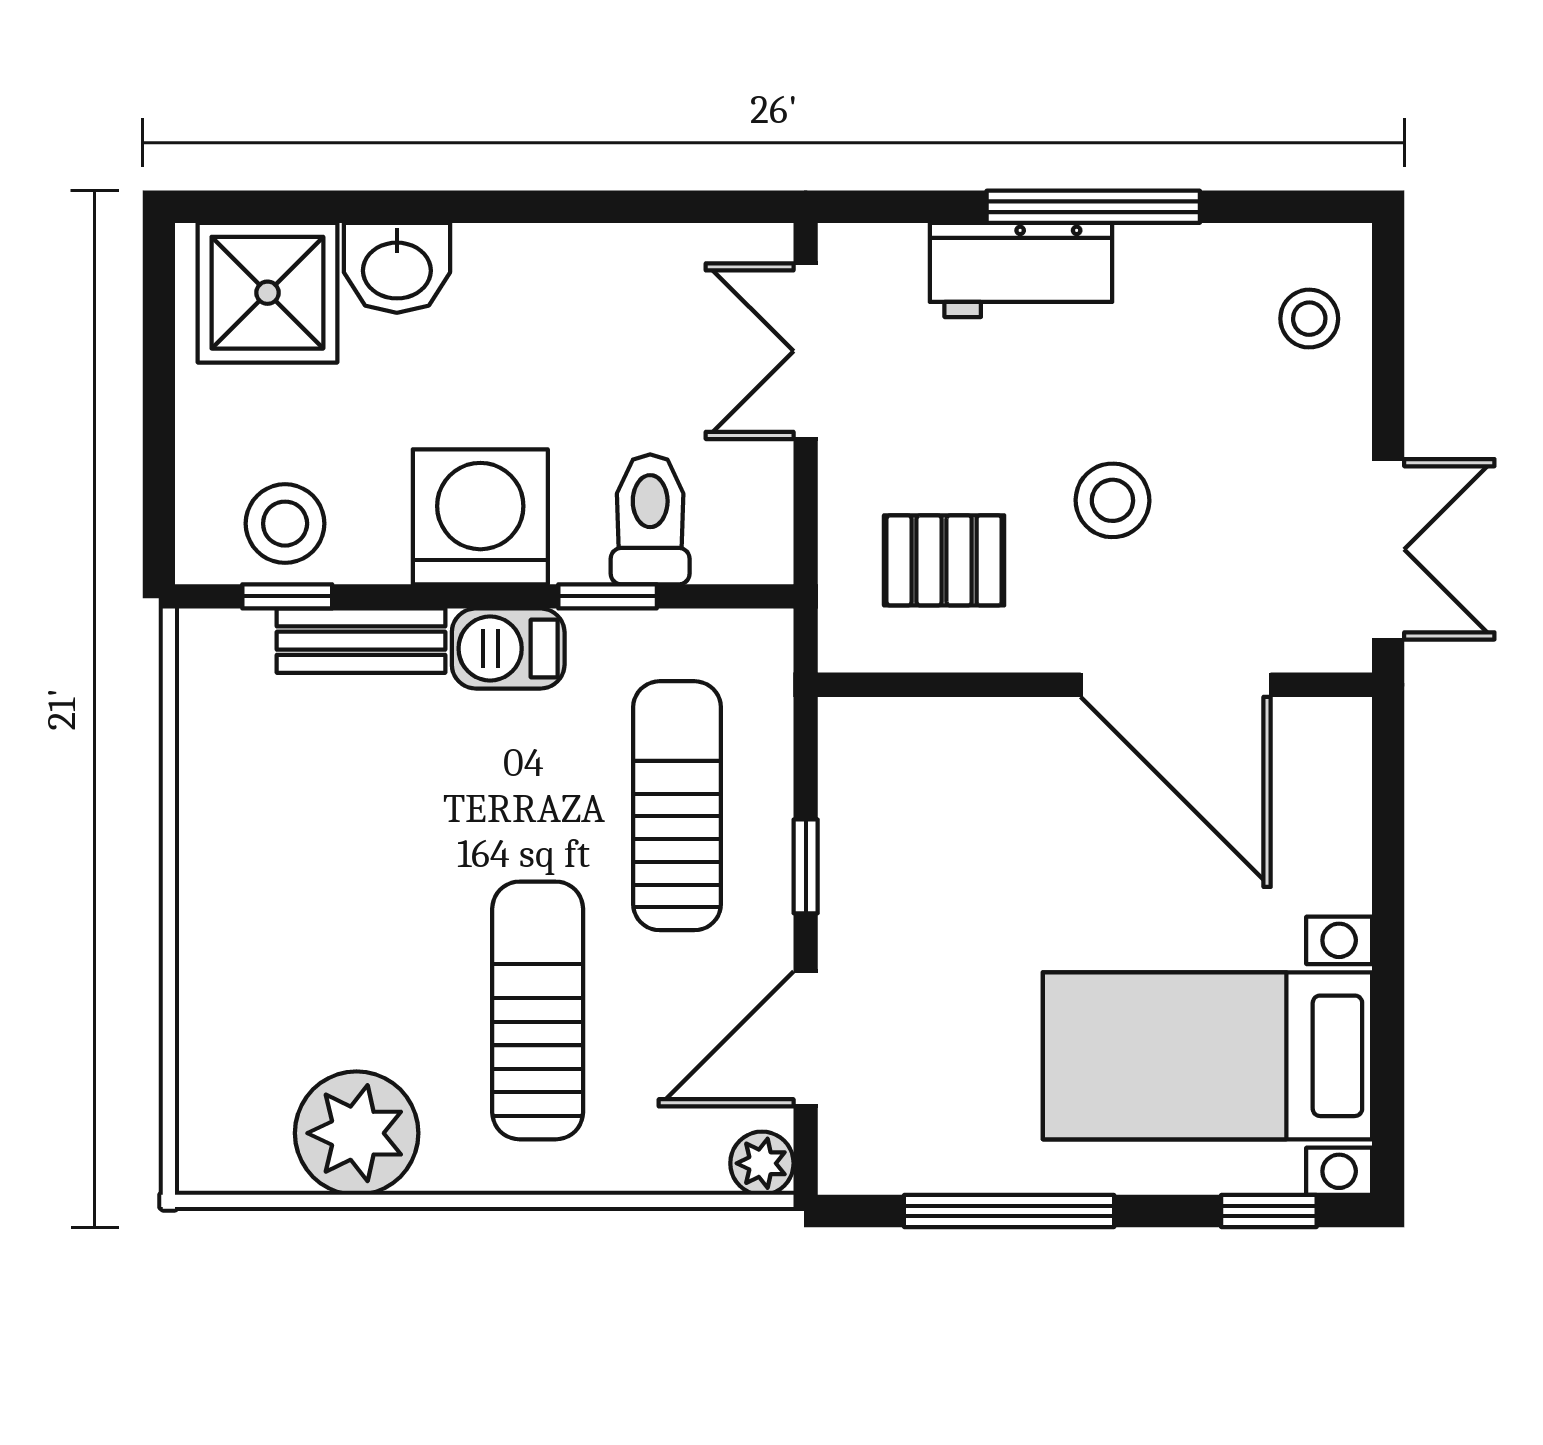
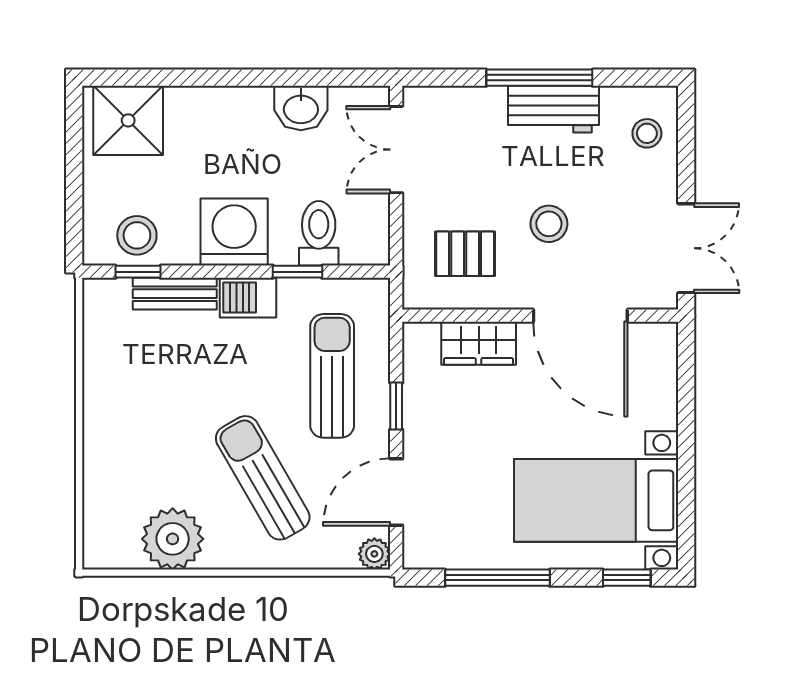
washbasin: (397, 268) -> (301, 108), moved
workbench: (1021, 270) -> (554, 109), moved
wardrobe: (971, 740) -> (479, 343), added
sun lounger: (538, 1010) -> (263, 478), turned -30

